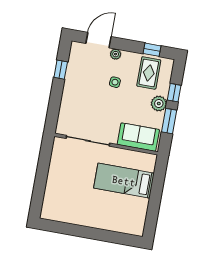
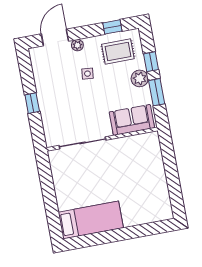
window: (61, 70) -> (32, 103), moved
rug: (149, 73) -> (118, 52), turned 90
bed: (124, 181) -> (91, 220), moved, turned 180

